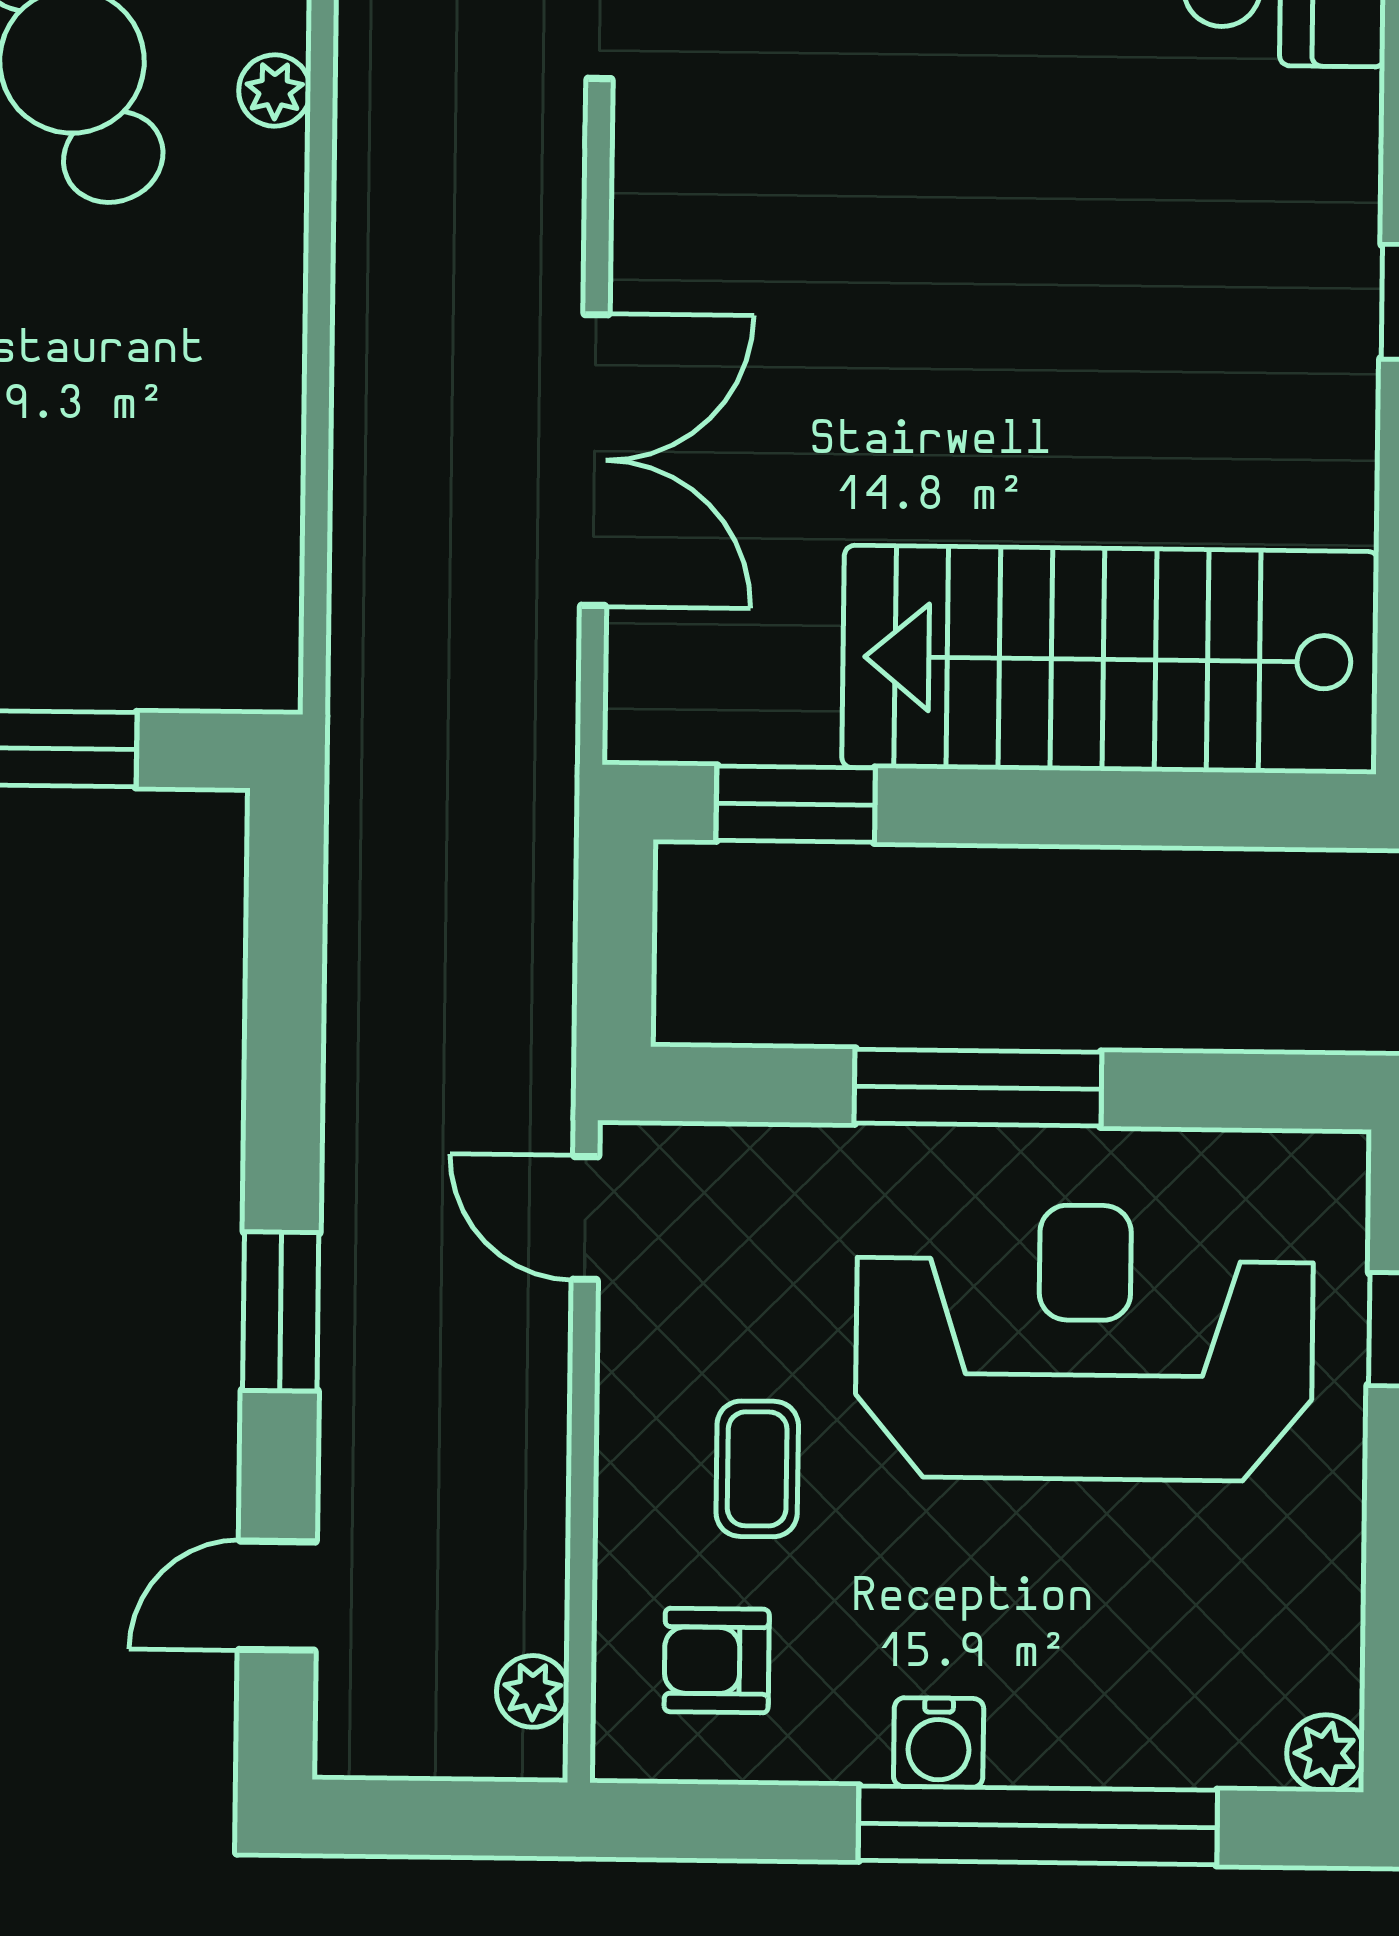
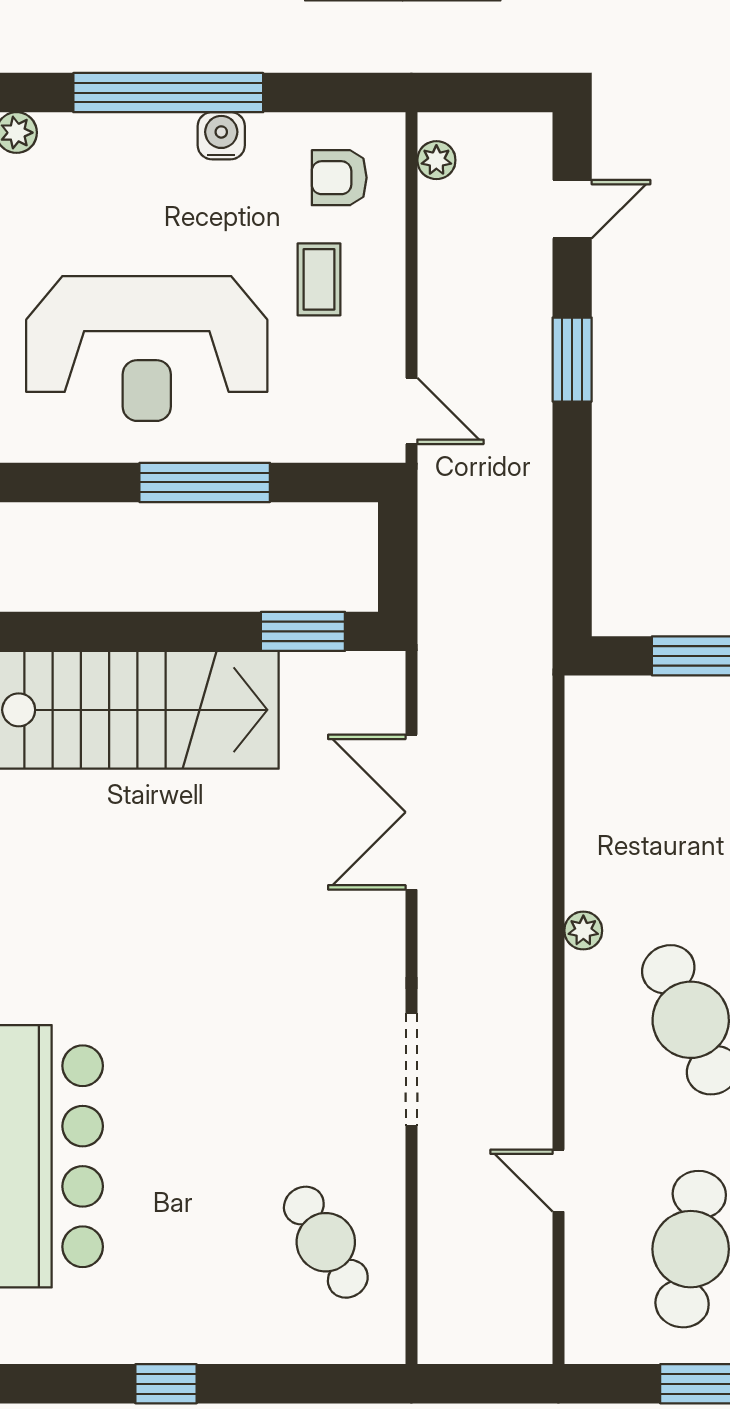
plant: (275, 90) -> (583, 931), moved
armchair: (717, 1660) -> (339, 178), turned 180

